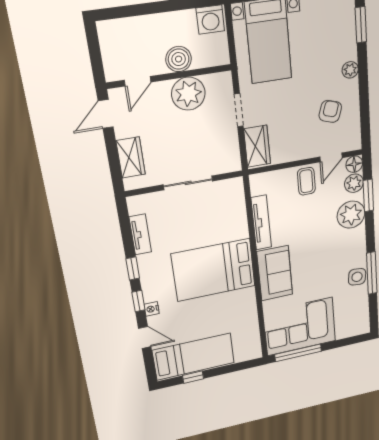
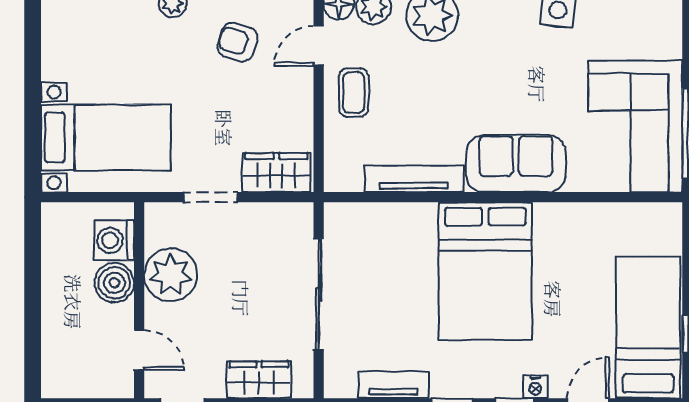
washing machine: (210, 19) -> (114, 240), moved, turned 180
door: (331, 157) -> (319, 46), swing flipped
coffee table: (306, 181) -> (354, 93), turned 90
sliding door: (188, 183) -> (319, 294), width x1.37

